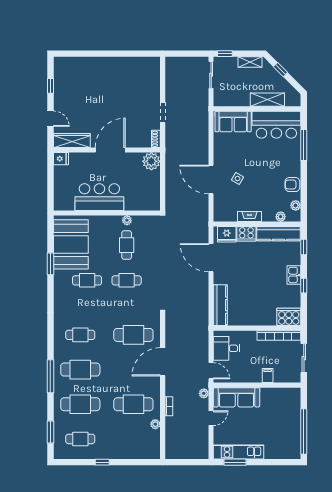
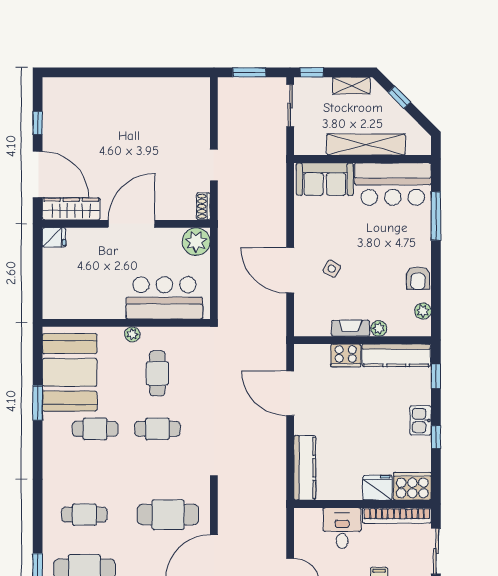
window: (185, 54) -> (249, 72), added
shelving: (267, 100) -> (366, 145), width x1.47
door: (50, 119) -> (38, 175), width x1.88
armchair: (292, 185) -> (418, 278), turned -90
bar counter: (99, 197) -> (164, 298), moved
plant: (281, 217) -> (379, 328), moved
plant: (127, 220) -> (132, 334), moved
fridge: (227, 234) -> (377, 488), moved, turned 180
desk: (226, 348) -> (342, 528), moved, turned 90

